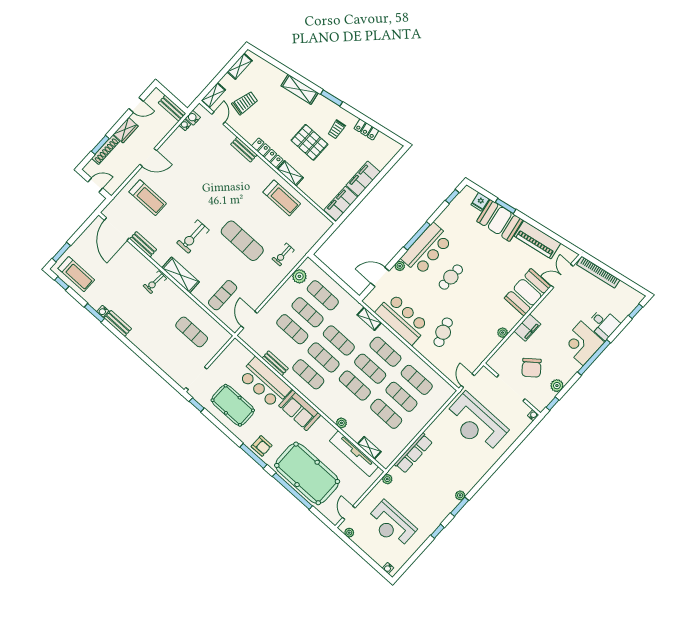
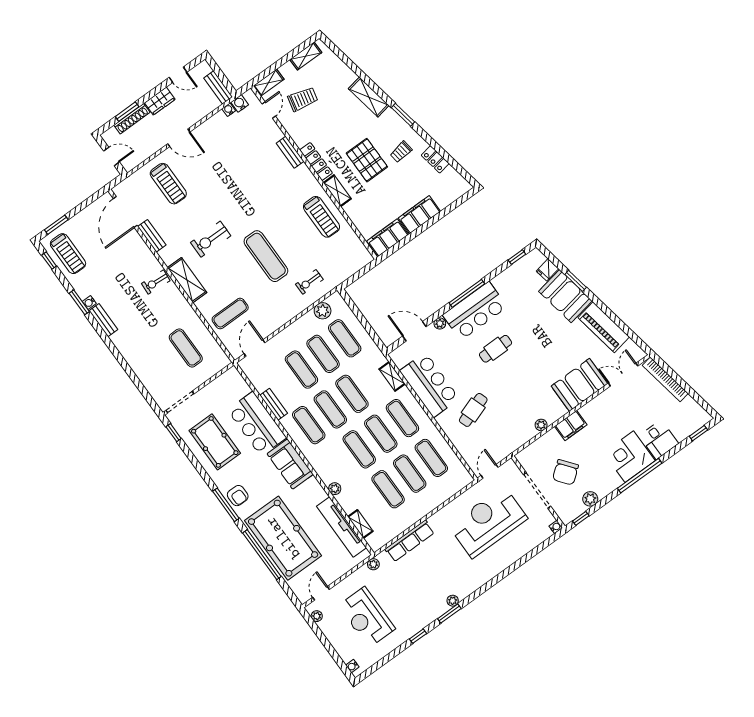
reception desk: (476, 423) -> (488, 522), turned 90

